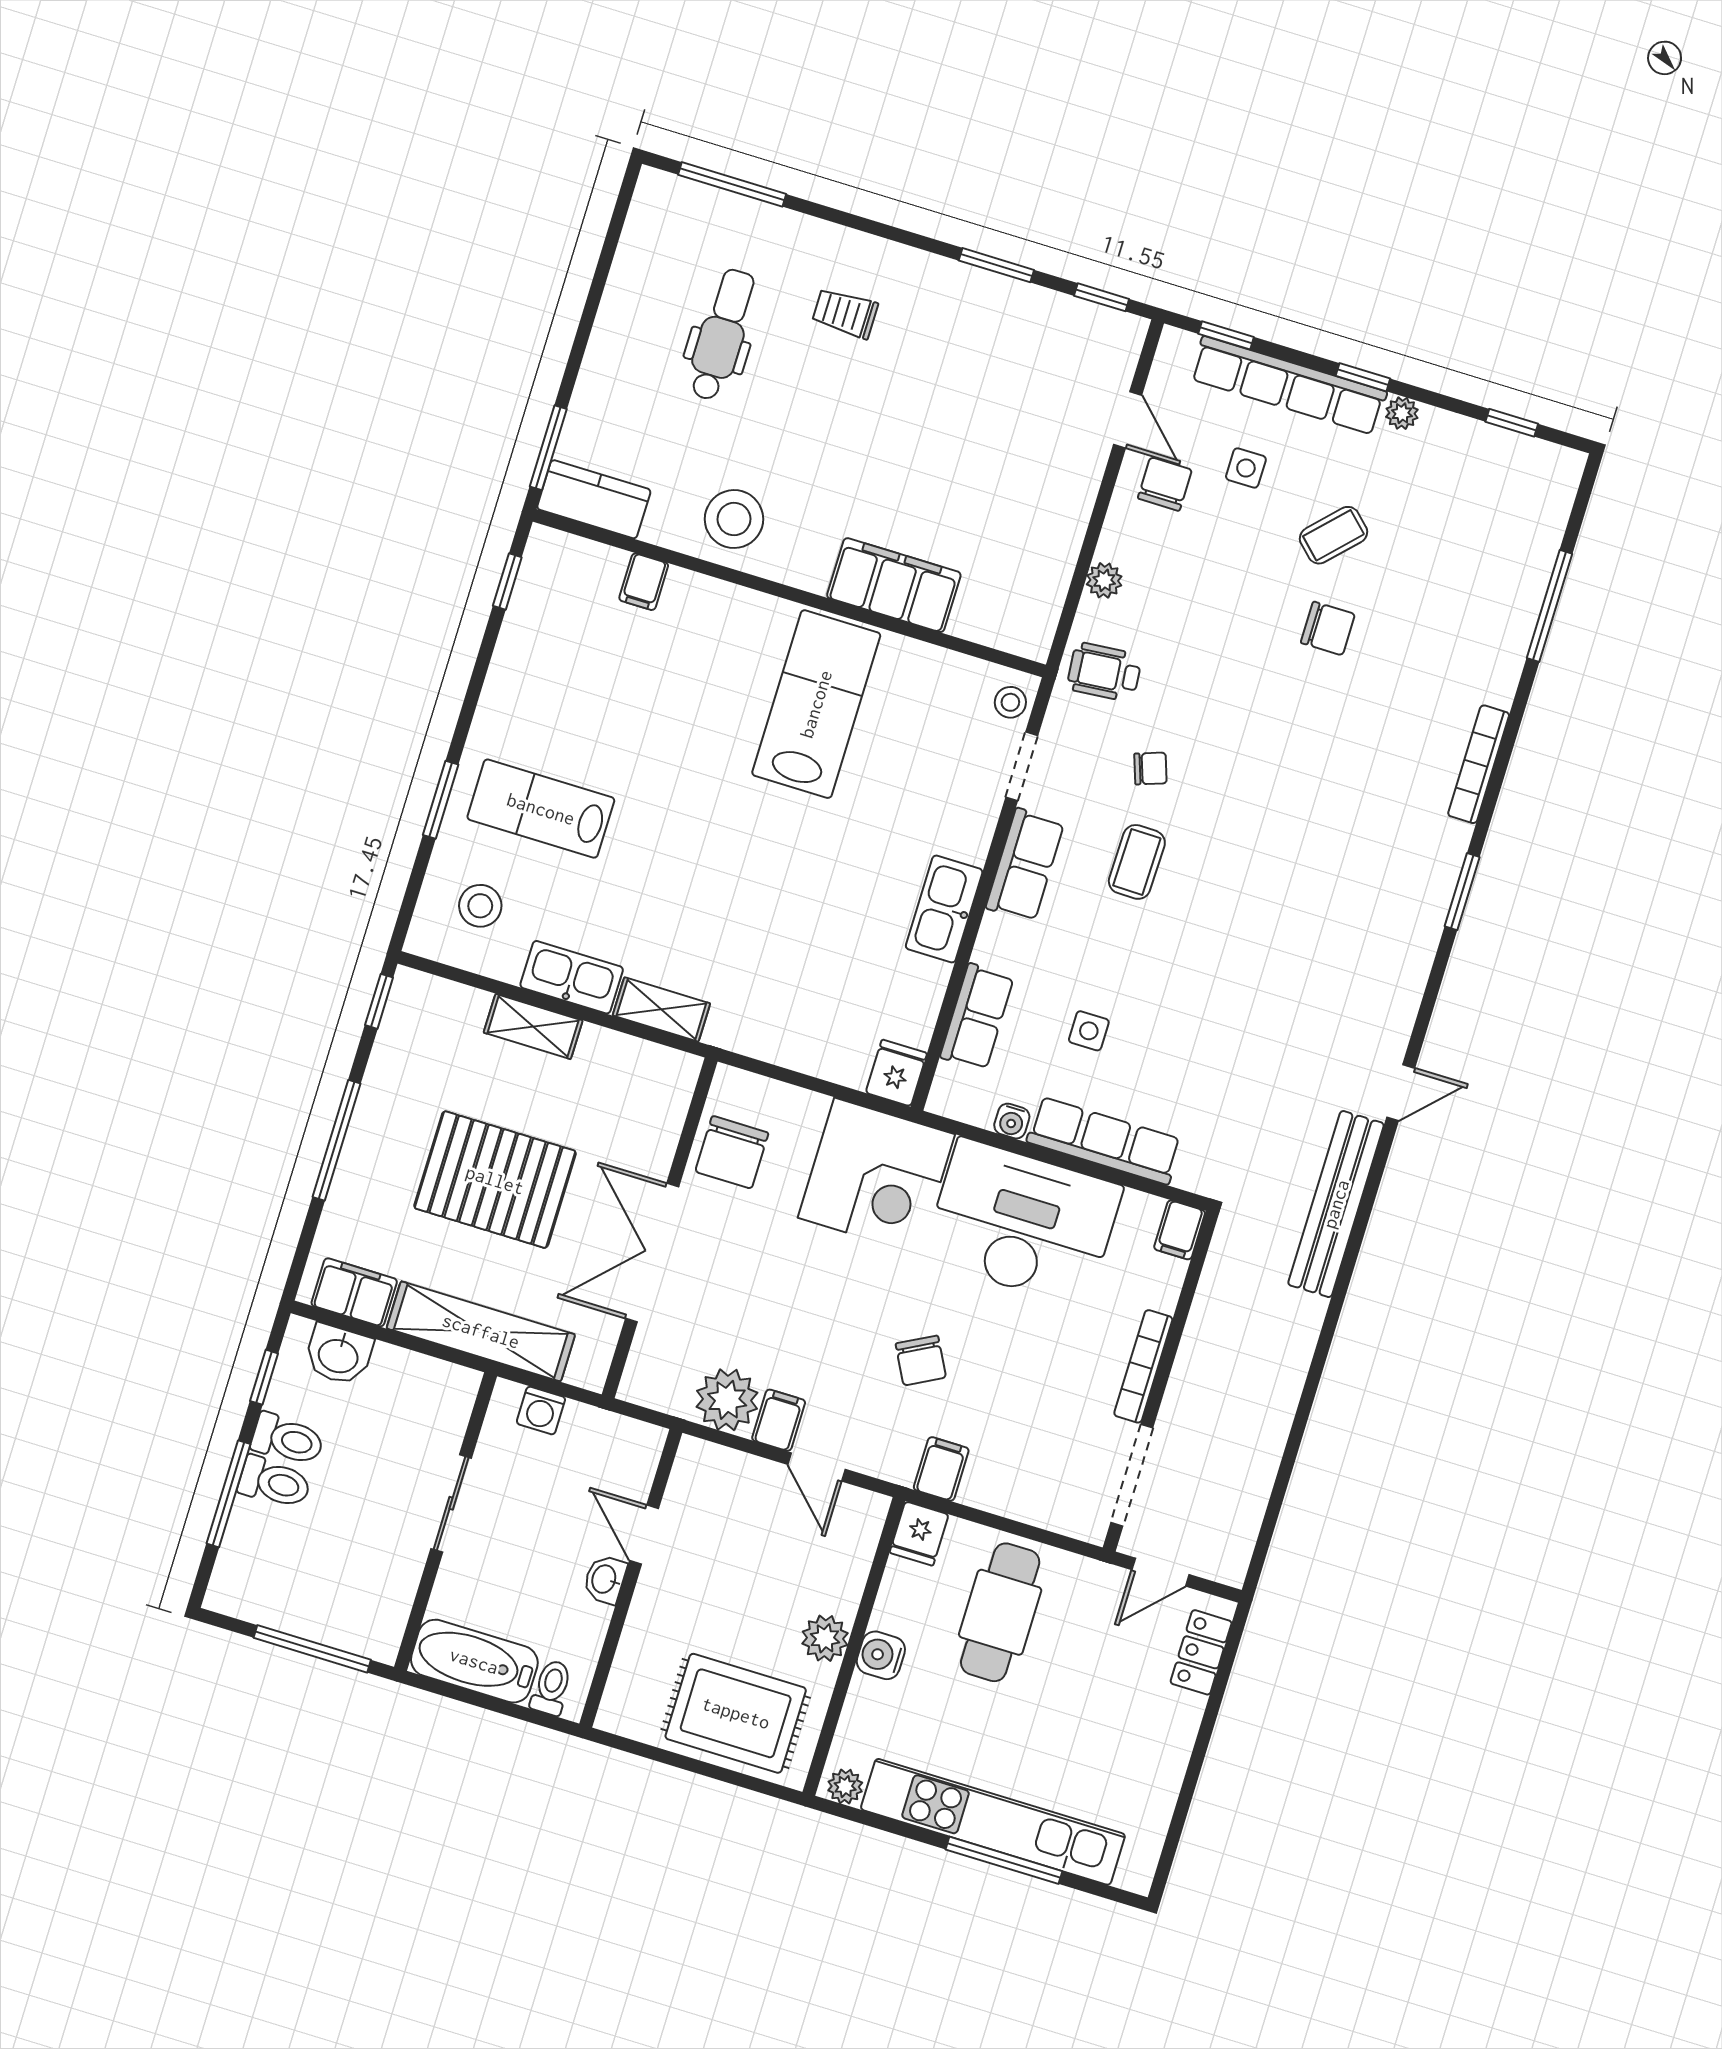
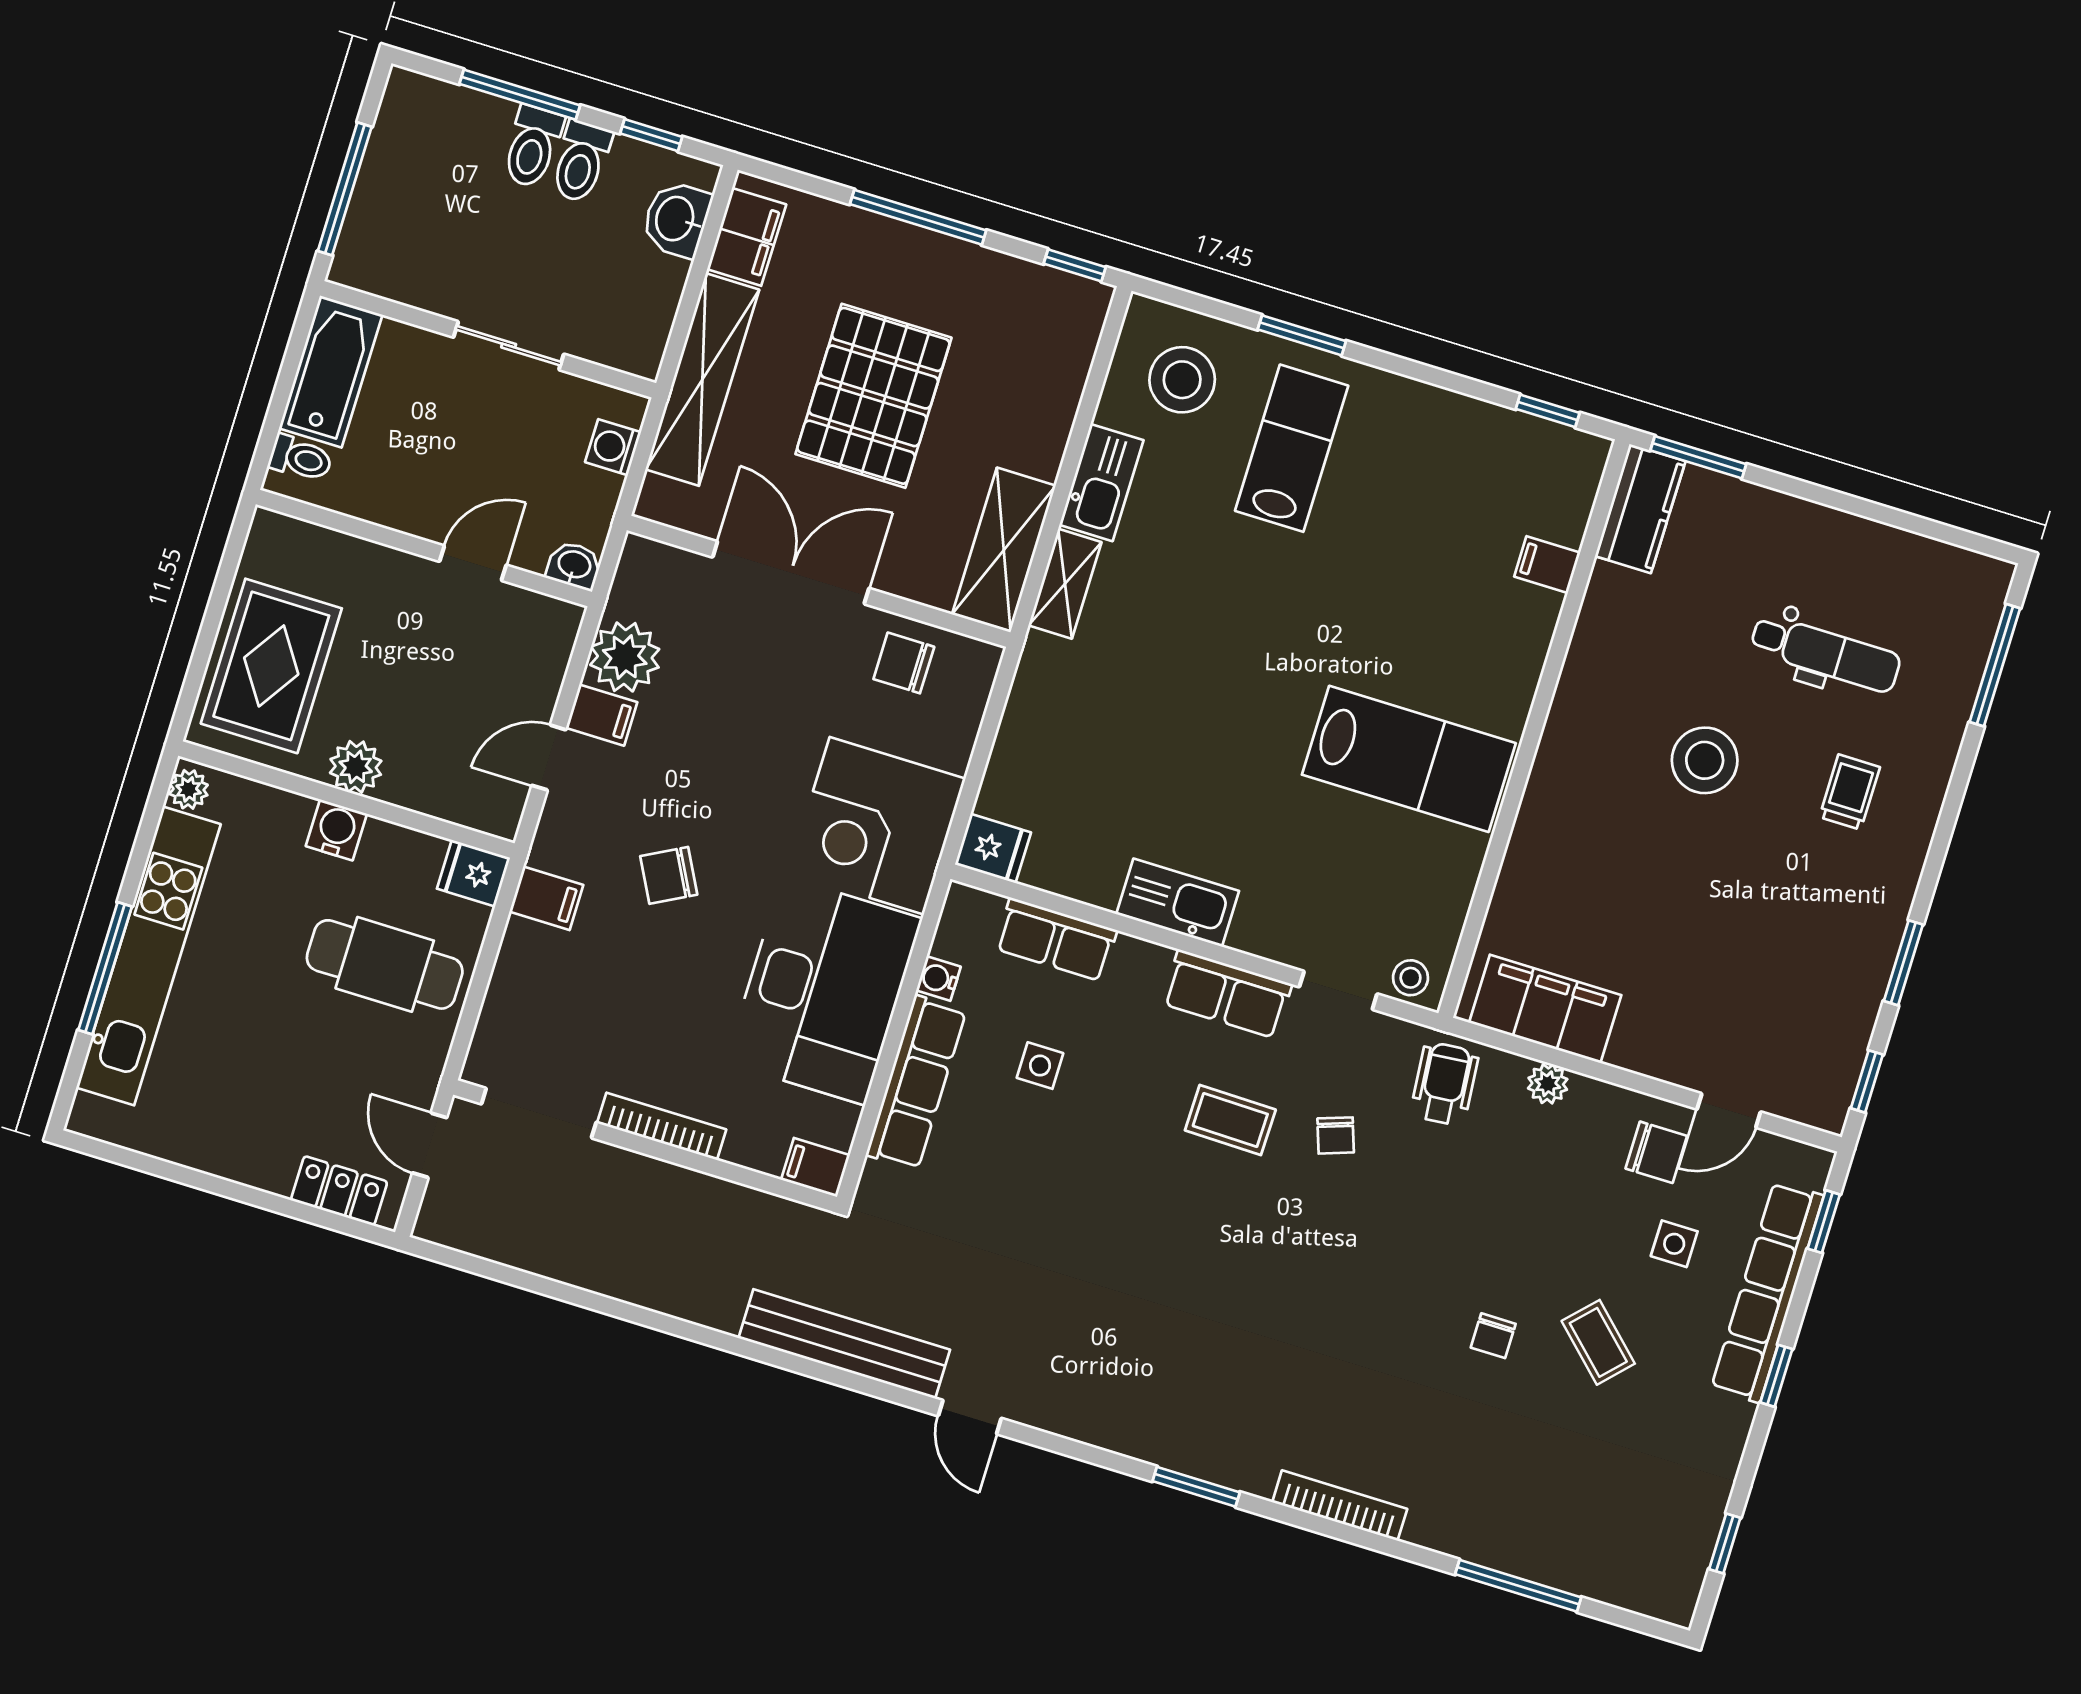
plant: (1402, 413) -> (1736, 1420), removed
stool: (734, 519) -> (1705, 760), moved
filing cabinet: (894, 585) -> (1545, 1009), moved, turned -90
chair: (1328, 628) -> (1493, 1336), width x0.73, depth x0.73
stool: (480, 906) -> (1182, 380), width x1.38, depth x1.38
shelving: (533, 1027) -> (1004, 550), moved, width x1.50, depth x1.33
chair: (732, 1152) -> (904, 663), width x0.73, depth x0.73
washbasin: (605, 1579) -> (574, 565), moved

